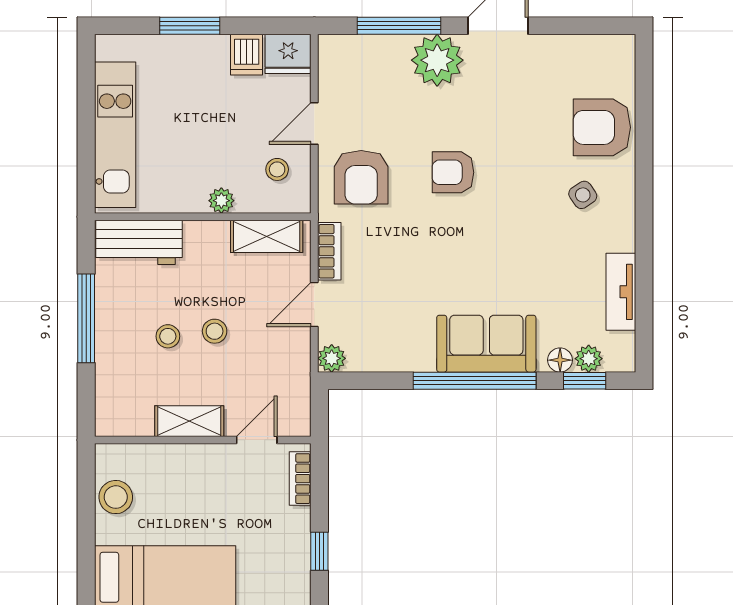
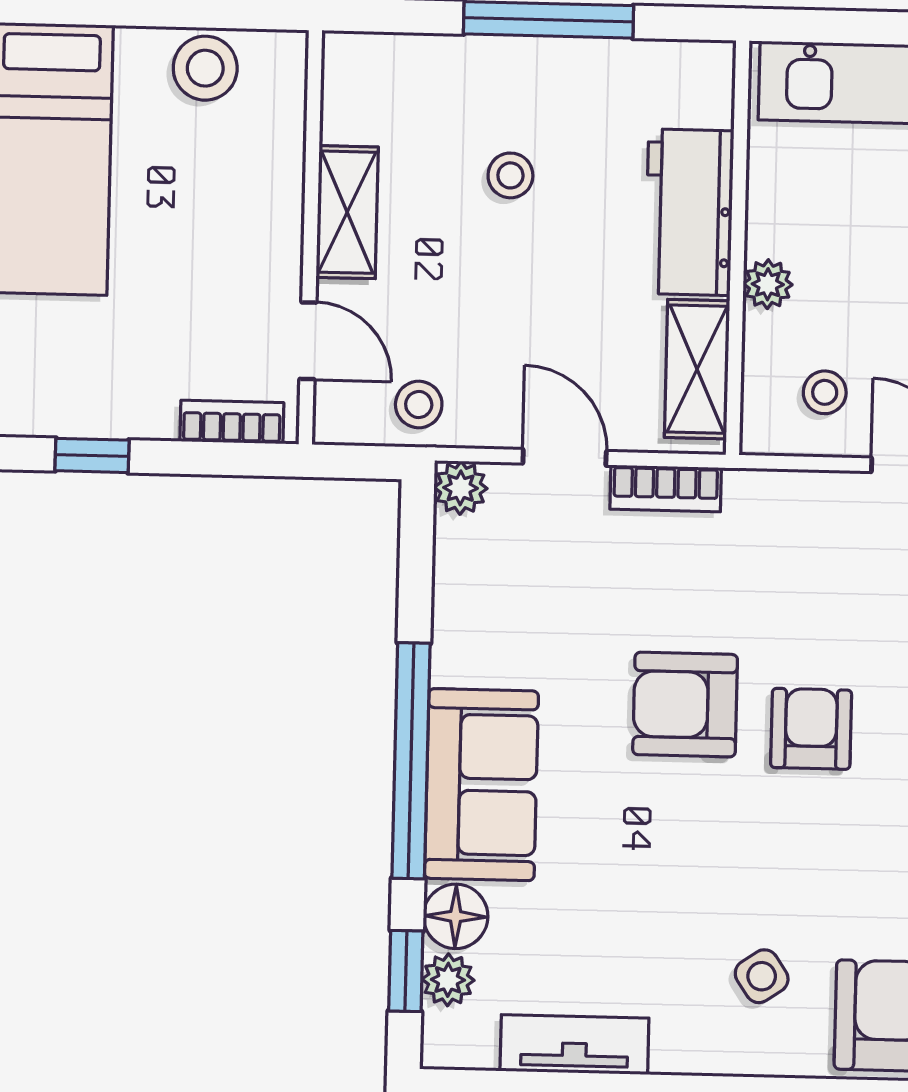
armchair: (361, 177) -> (685, 705), moved
workbench: (139, 242) -> (689, 212), moved
stool: (215, 331) -> (419, 405), moved
floor lamp: (560, 360) -> (456, 916), width x1.37, depth x1.37

